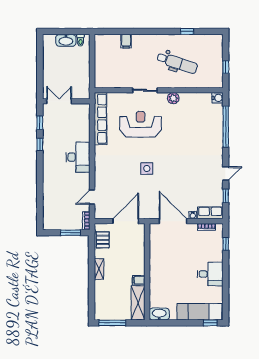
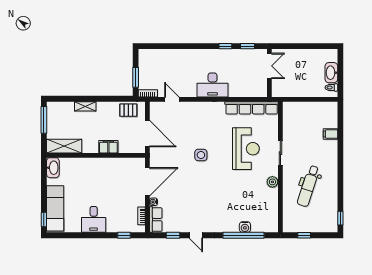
window: (187, 31) -> (340, 218), moved
water cooler: (218, 98) -> (245, 227), moved
shelving: (99, 269) -> (85, 106), moved
filing cabinet: (139, 280) -> (108, 147), moved, width x2.00

